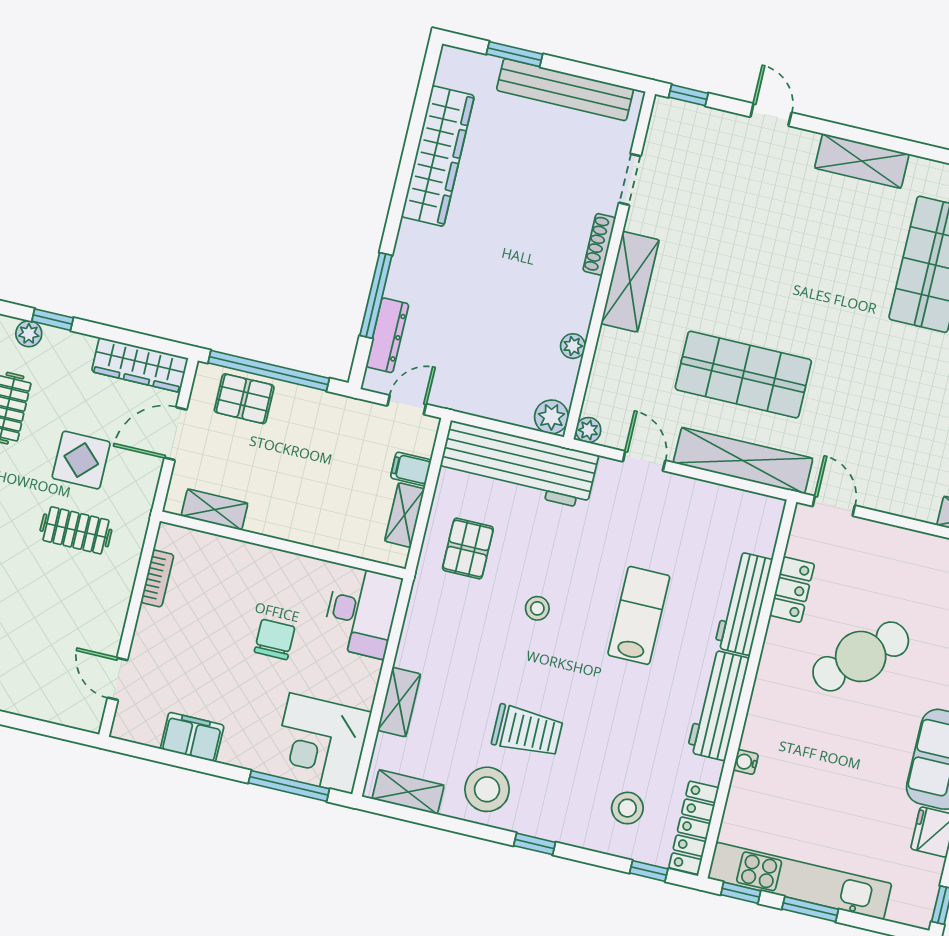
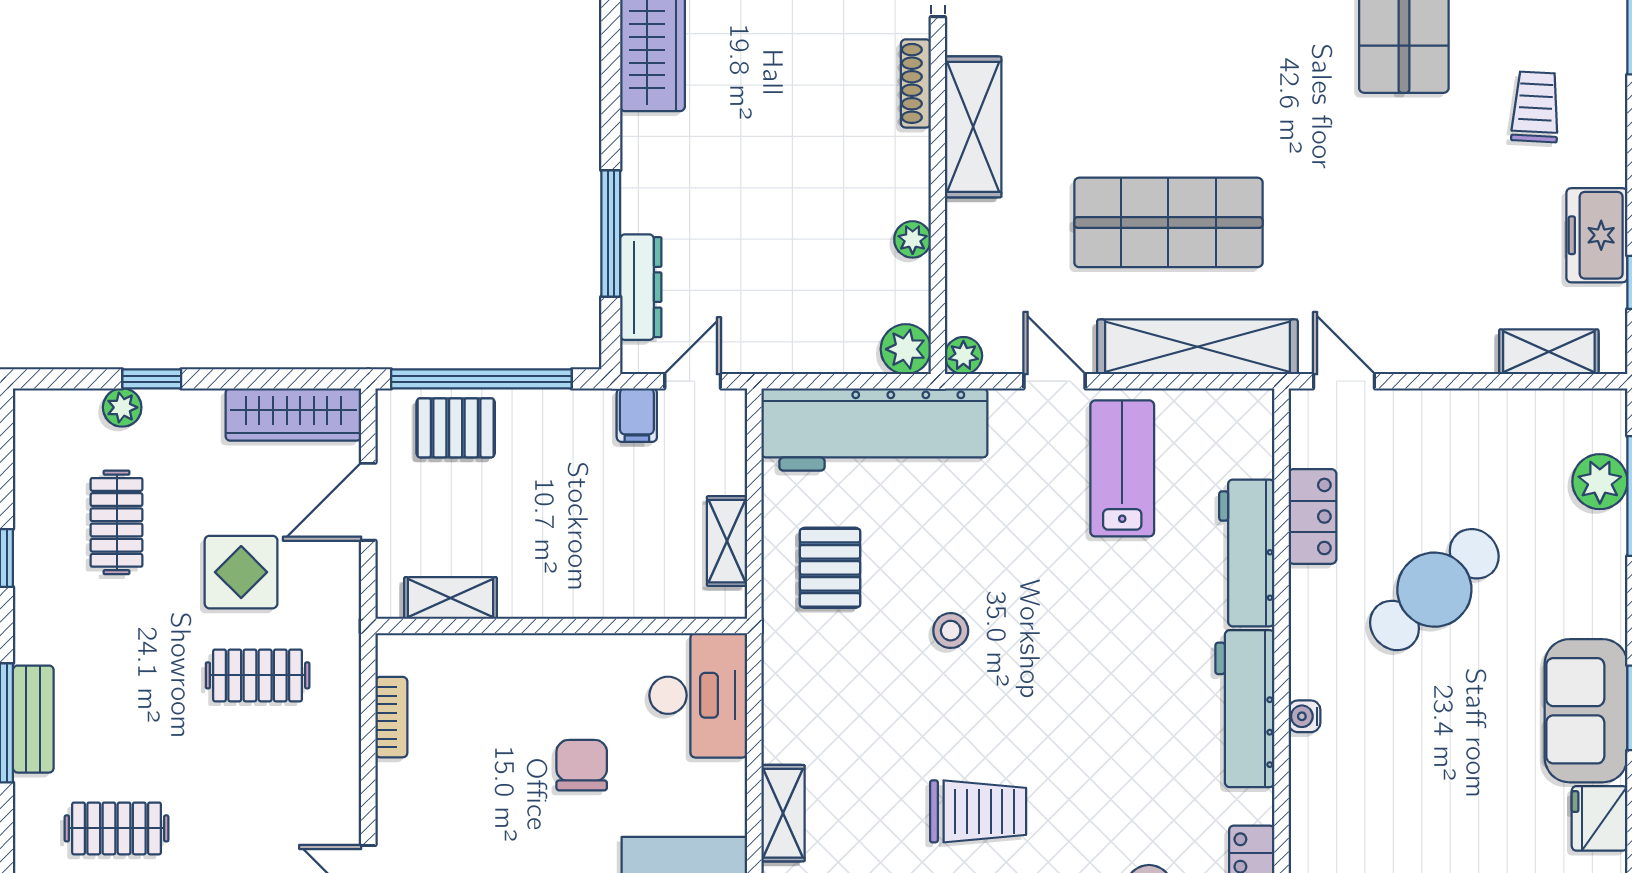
filing cabinet: (411, 469) -> (637, 415), moved, turned -90
lab bench: (639, 615) -> (1122, 468), moved
water cooler: (746, 762) -> (1304, 716), moved

